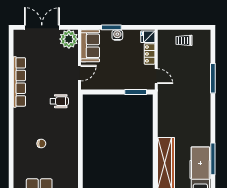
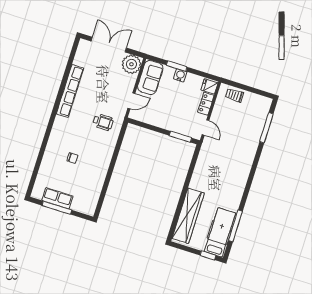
trolley: (184, 40) -> (234, 95), moved
window: (213, 78) -> (266, 128), moved

